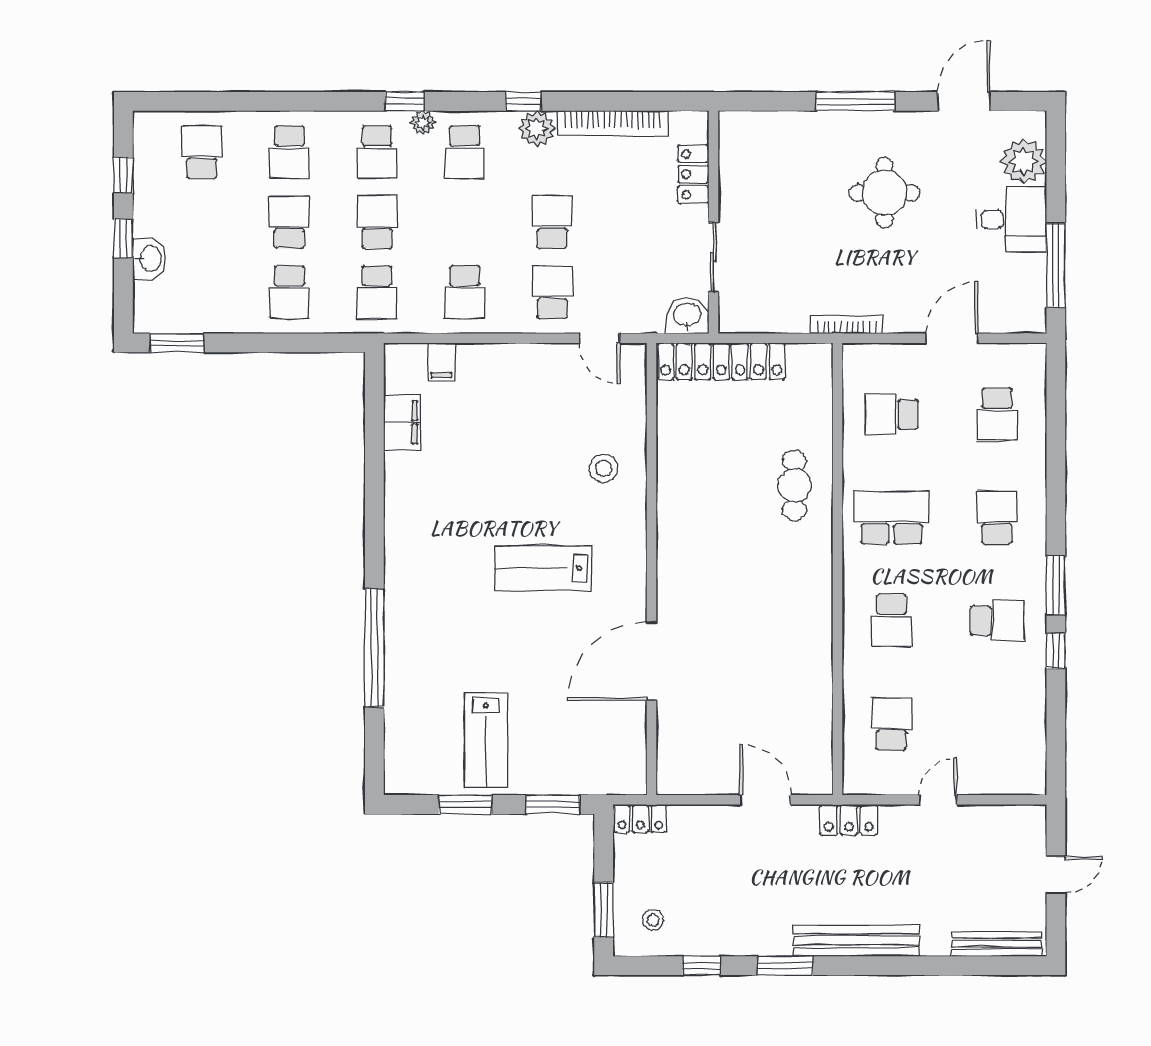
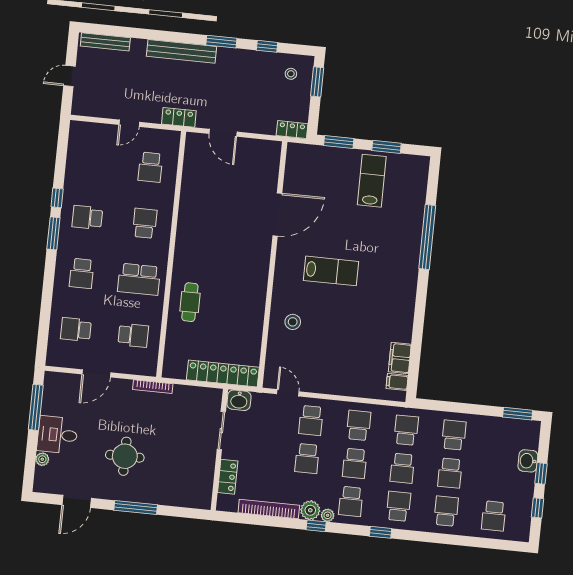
plant: (423, 123) -> (328, 515), moved
school desk: (465, 152) -> (351, 501), turned 180
plant: (1024, 161) -> (42, 459), width x0.53, depth x0.53
school desk: (465, 222) -> (355, 463), added
filing cabinet: (441, 362) -> (397, 382), moved, turned -90
school desk: (997, 414) -> (76, 330), turned -90

